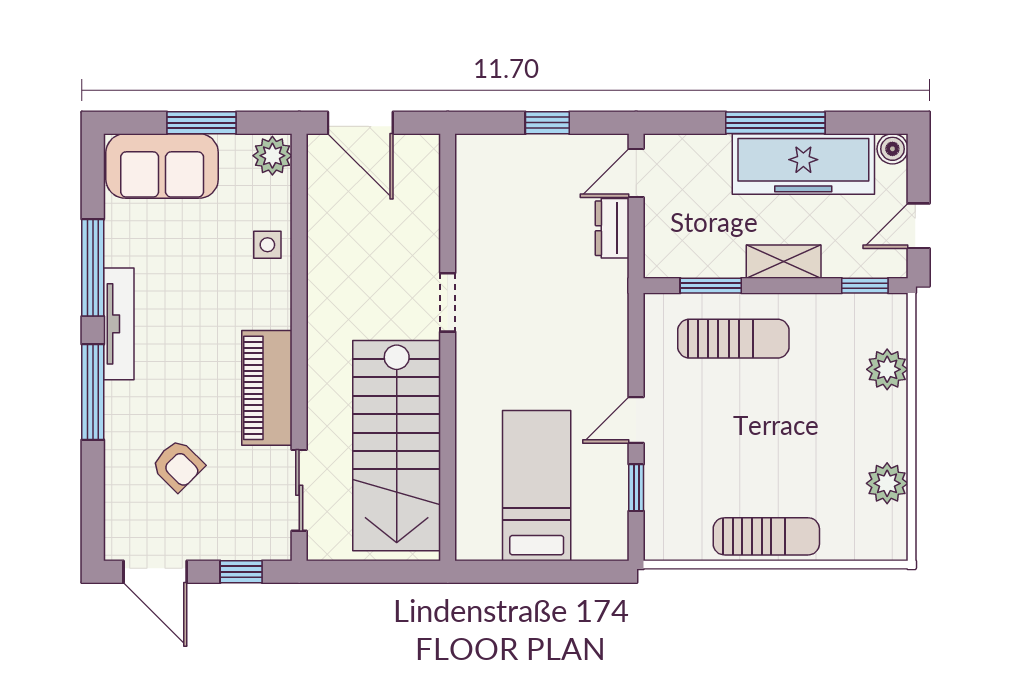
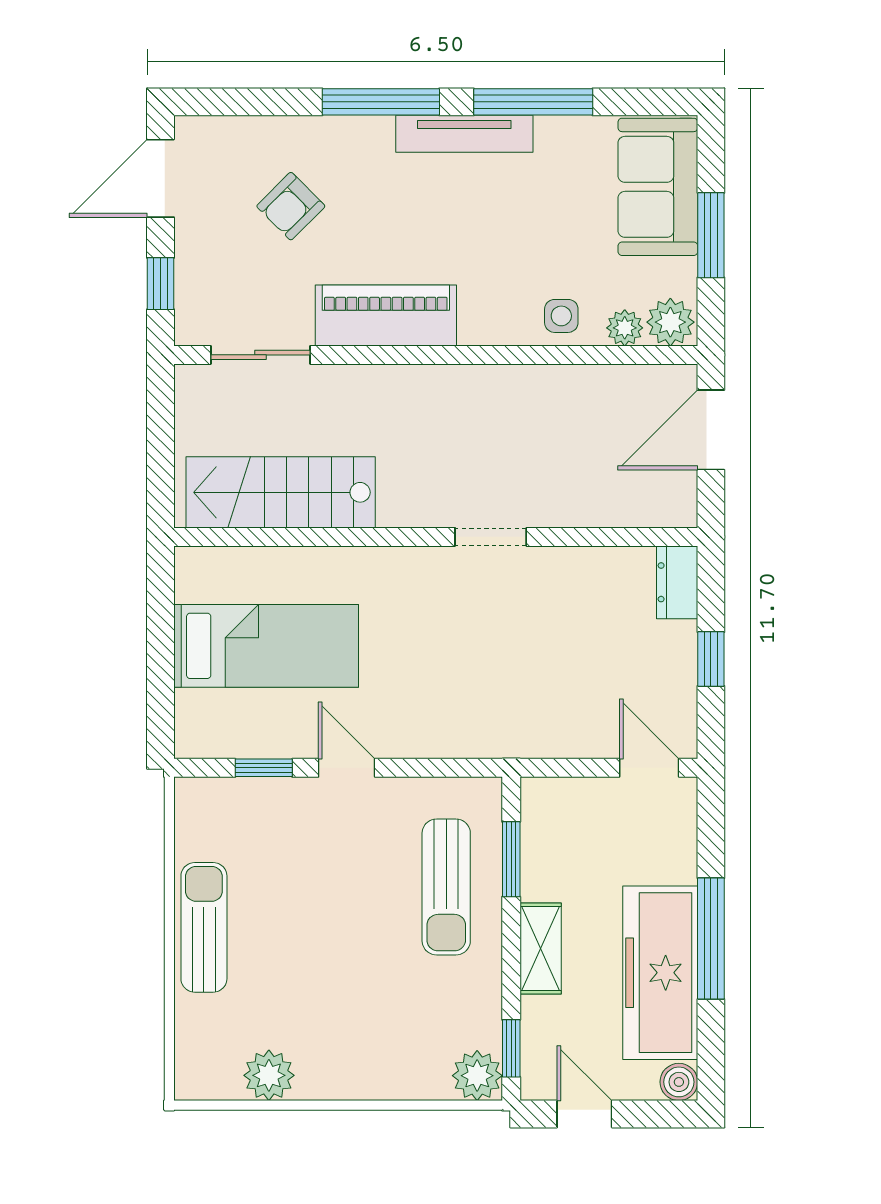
plant: (277, 193) -> (625, 328), added
dresser: (612, 228) -> (677, 582), moved, turned -90
plant: (887, 369) -> (477, 1076), moved
stairs: (397, 446) -> (281, 492), width x0.73, depth x0.66
sun lounger: (766, 536) -> (204, 927), turned 180

